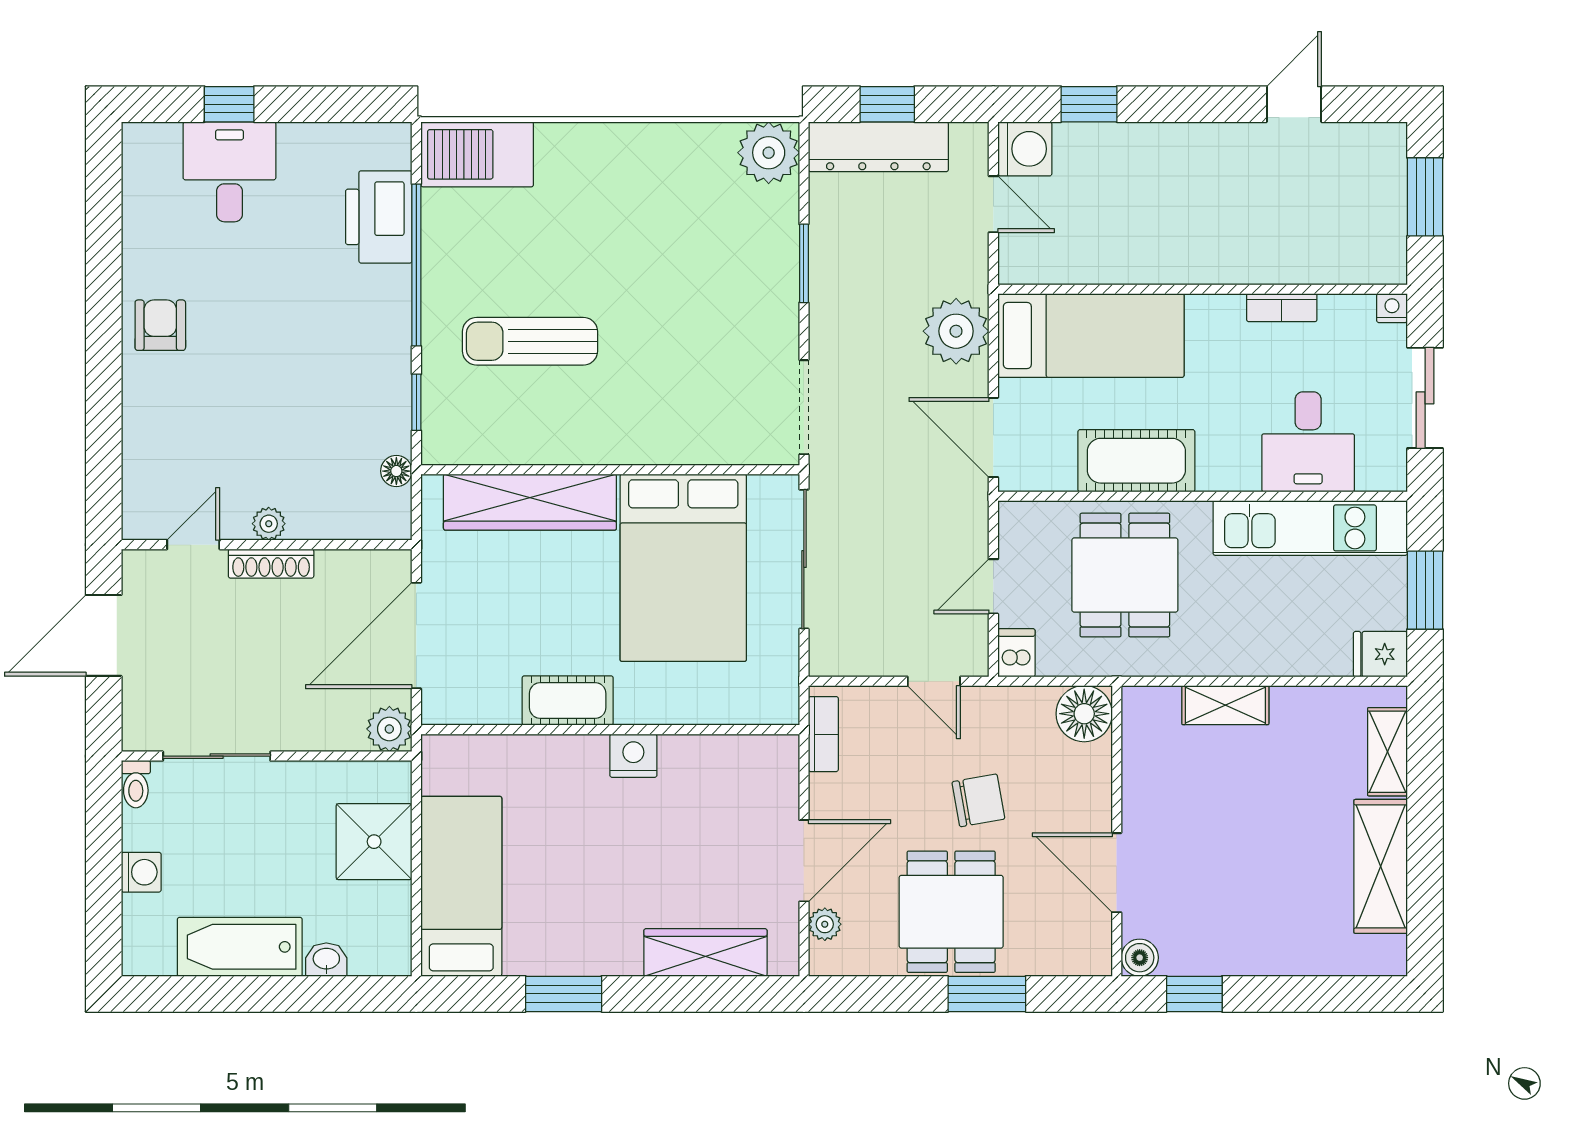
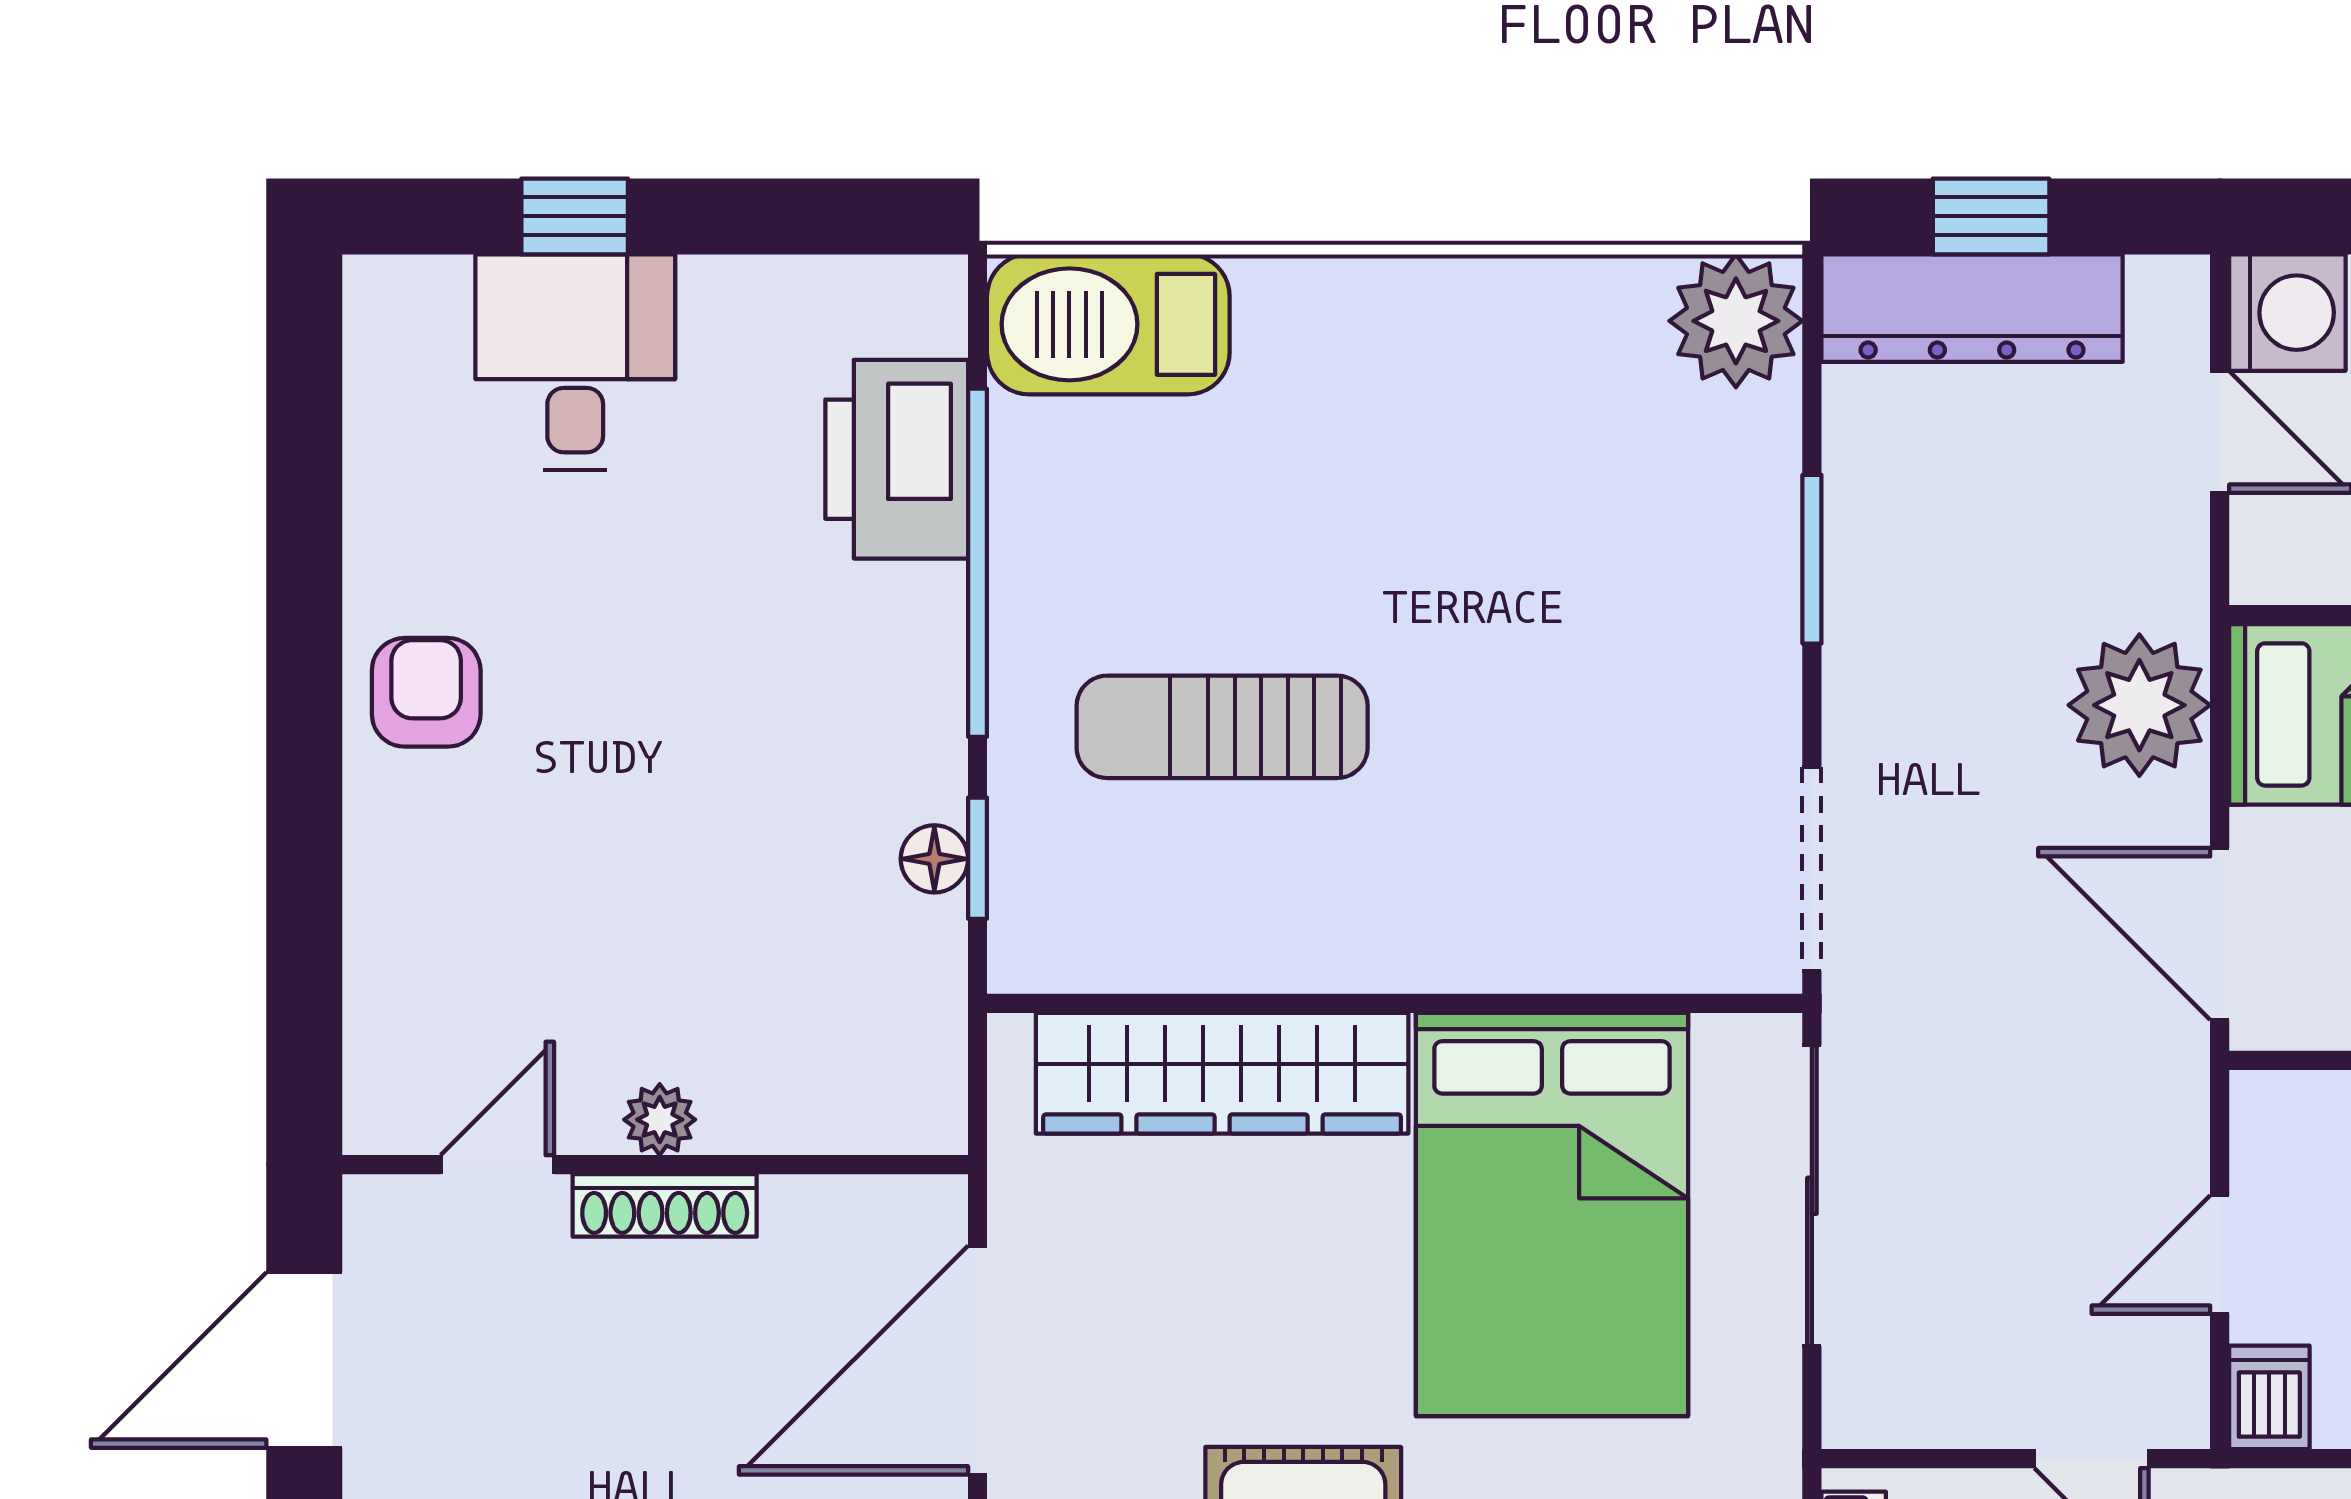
floor lamp: (396, 471) -> (934, 859), moved

